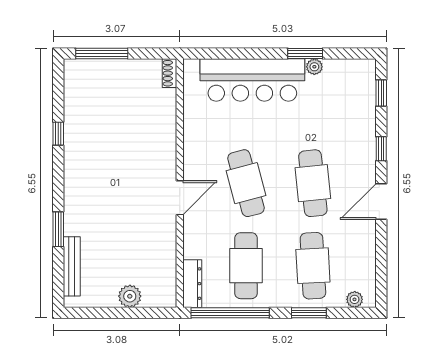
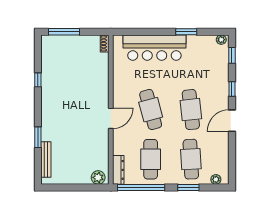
plant: (314, 67) -> (221, 40), moved
plant: (130, 296) -> (98, 177), moved

